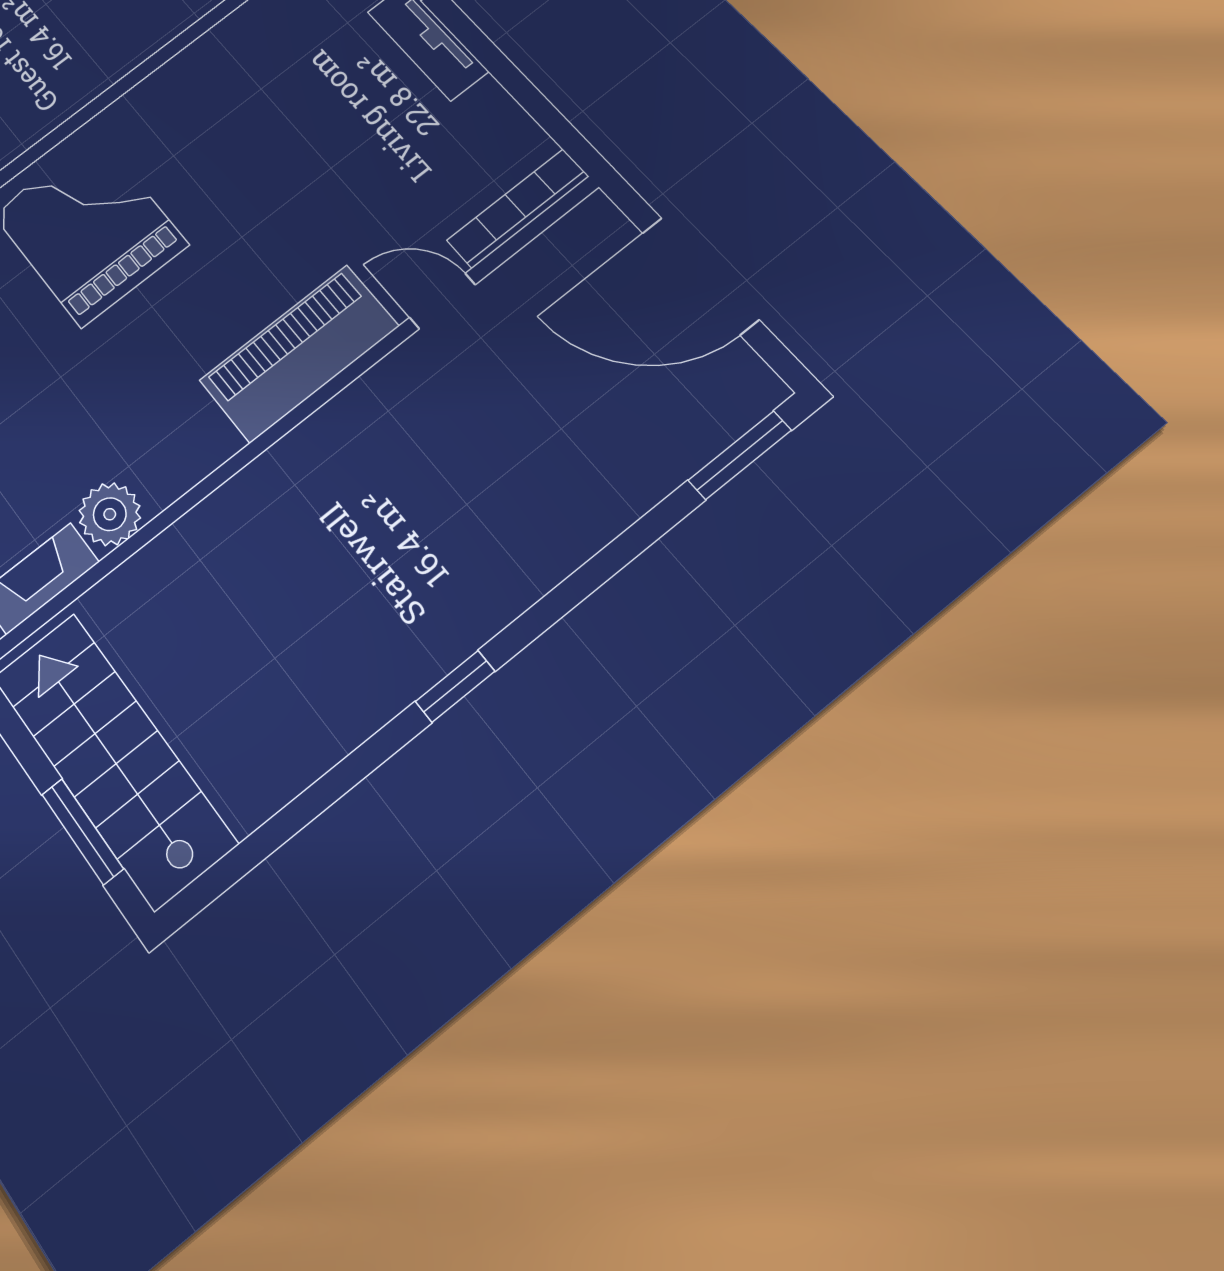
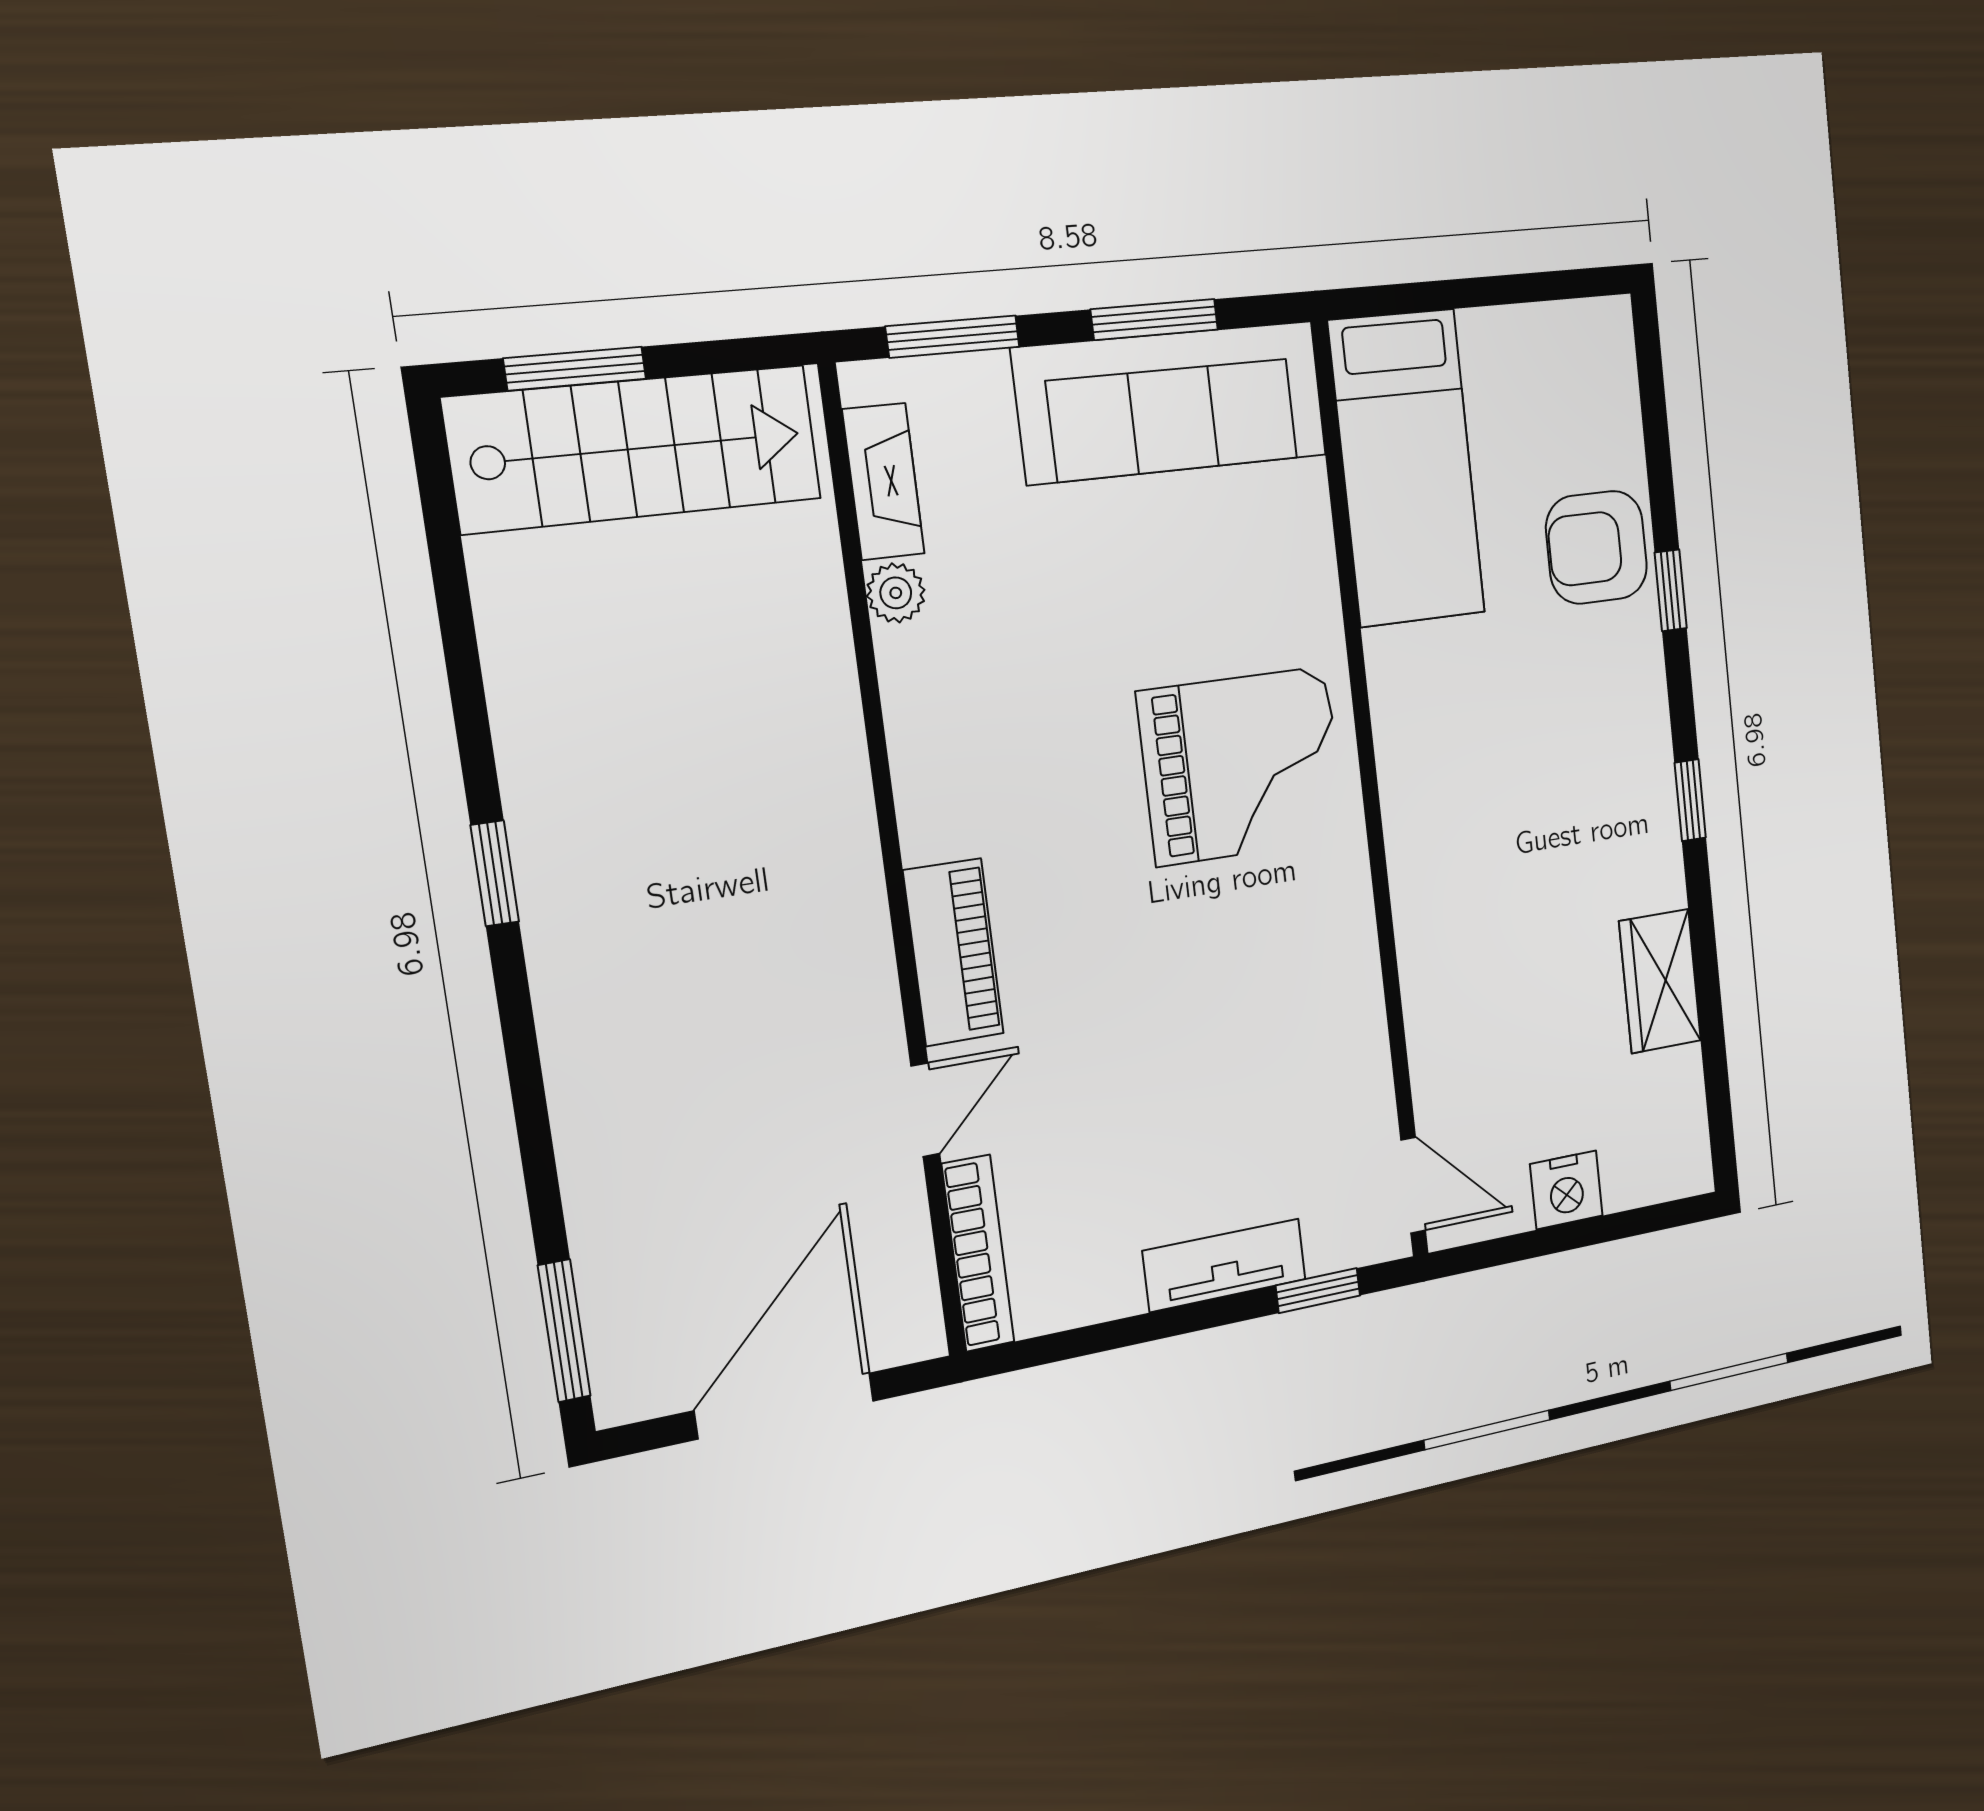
piano: (299, 353) -> (953, 952), width x0.73, depth x0.75
plant: (110, 514) -> (896, 593), width x0.73, depth x0.73

